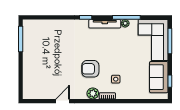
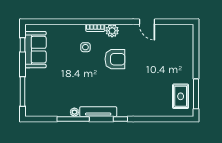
rug: (34, 37) -> (181, 96), added
corner sofa: (153, 40) -> (42, 93), removed
door: (63, 101) -> (147, 22), hinge flipped

